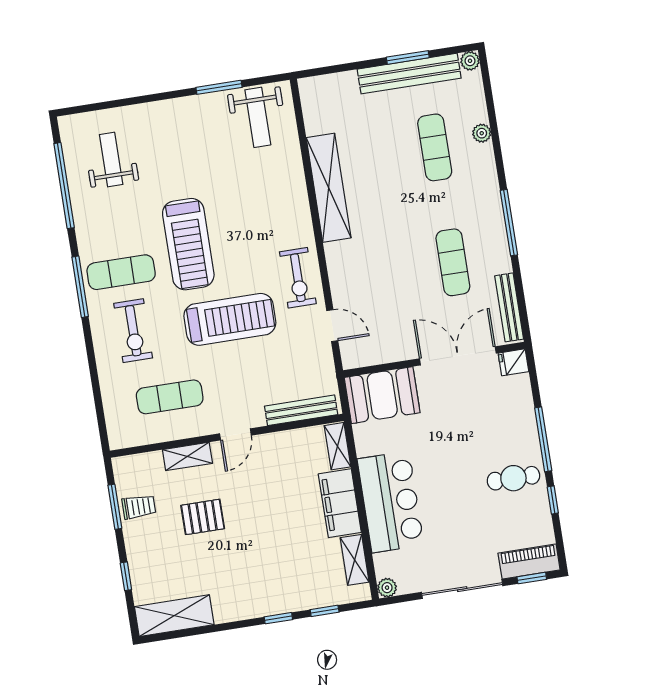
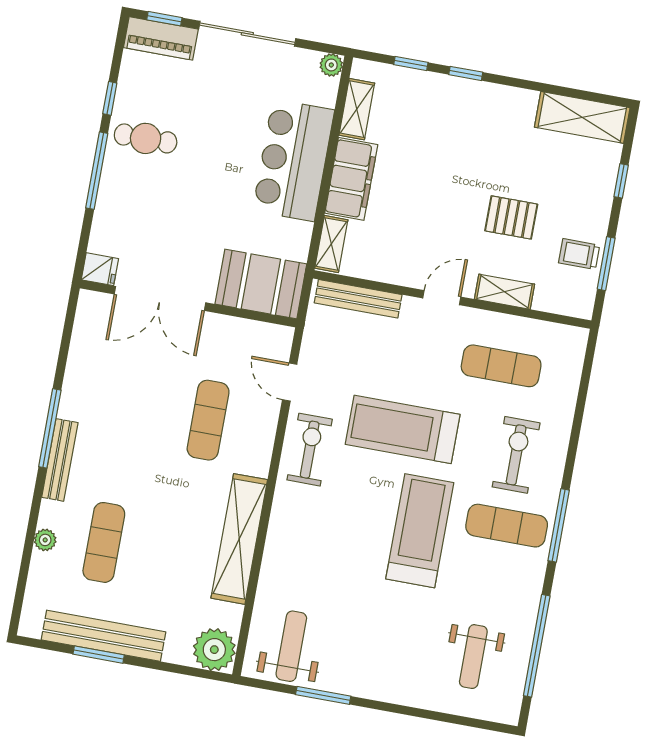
plant: (470, 61) -> (214, 650), moved, width x1.88, depth x1.88
exercise mat: (453, 262) -> (208, 420), moved
bench: (509, 307) -> (60, 460), moved

